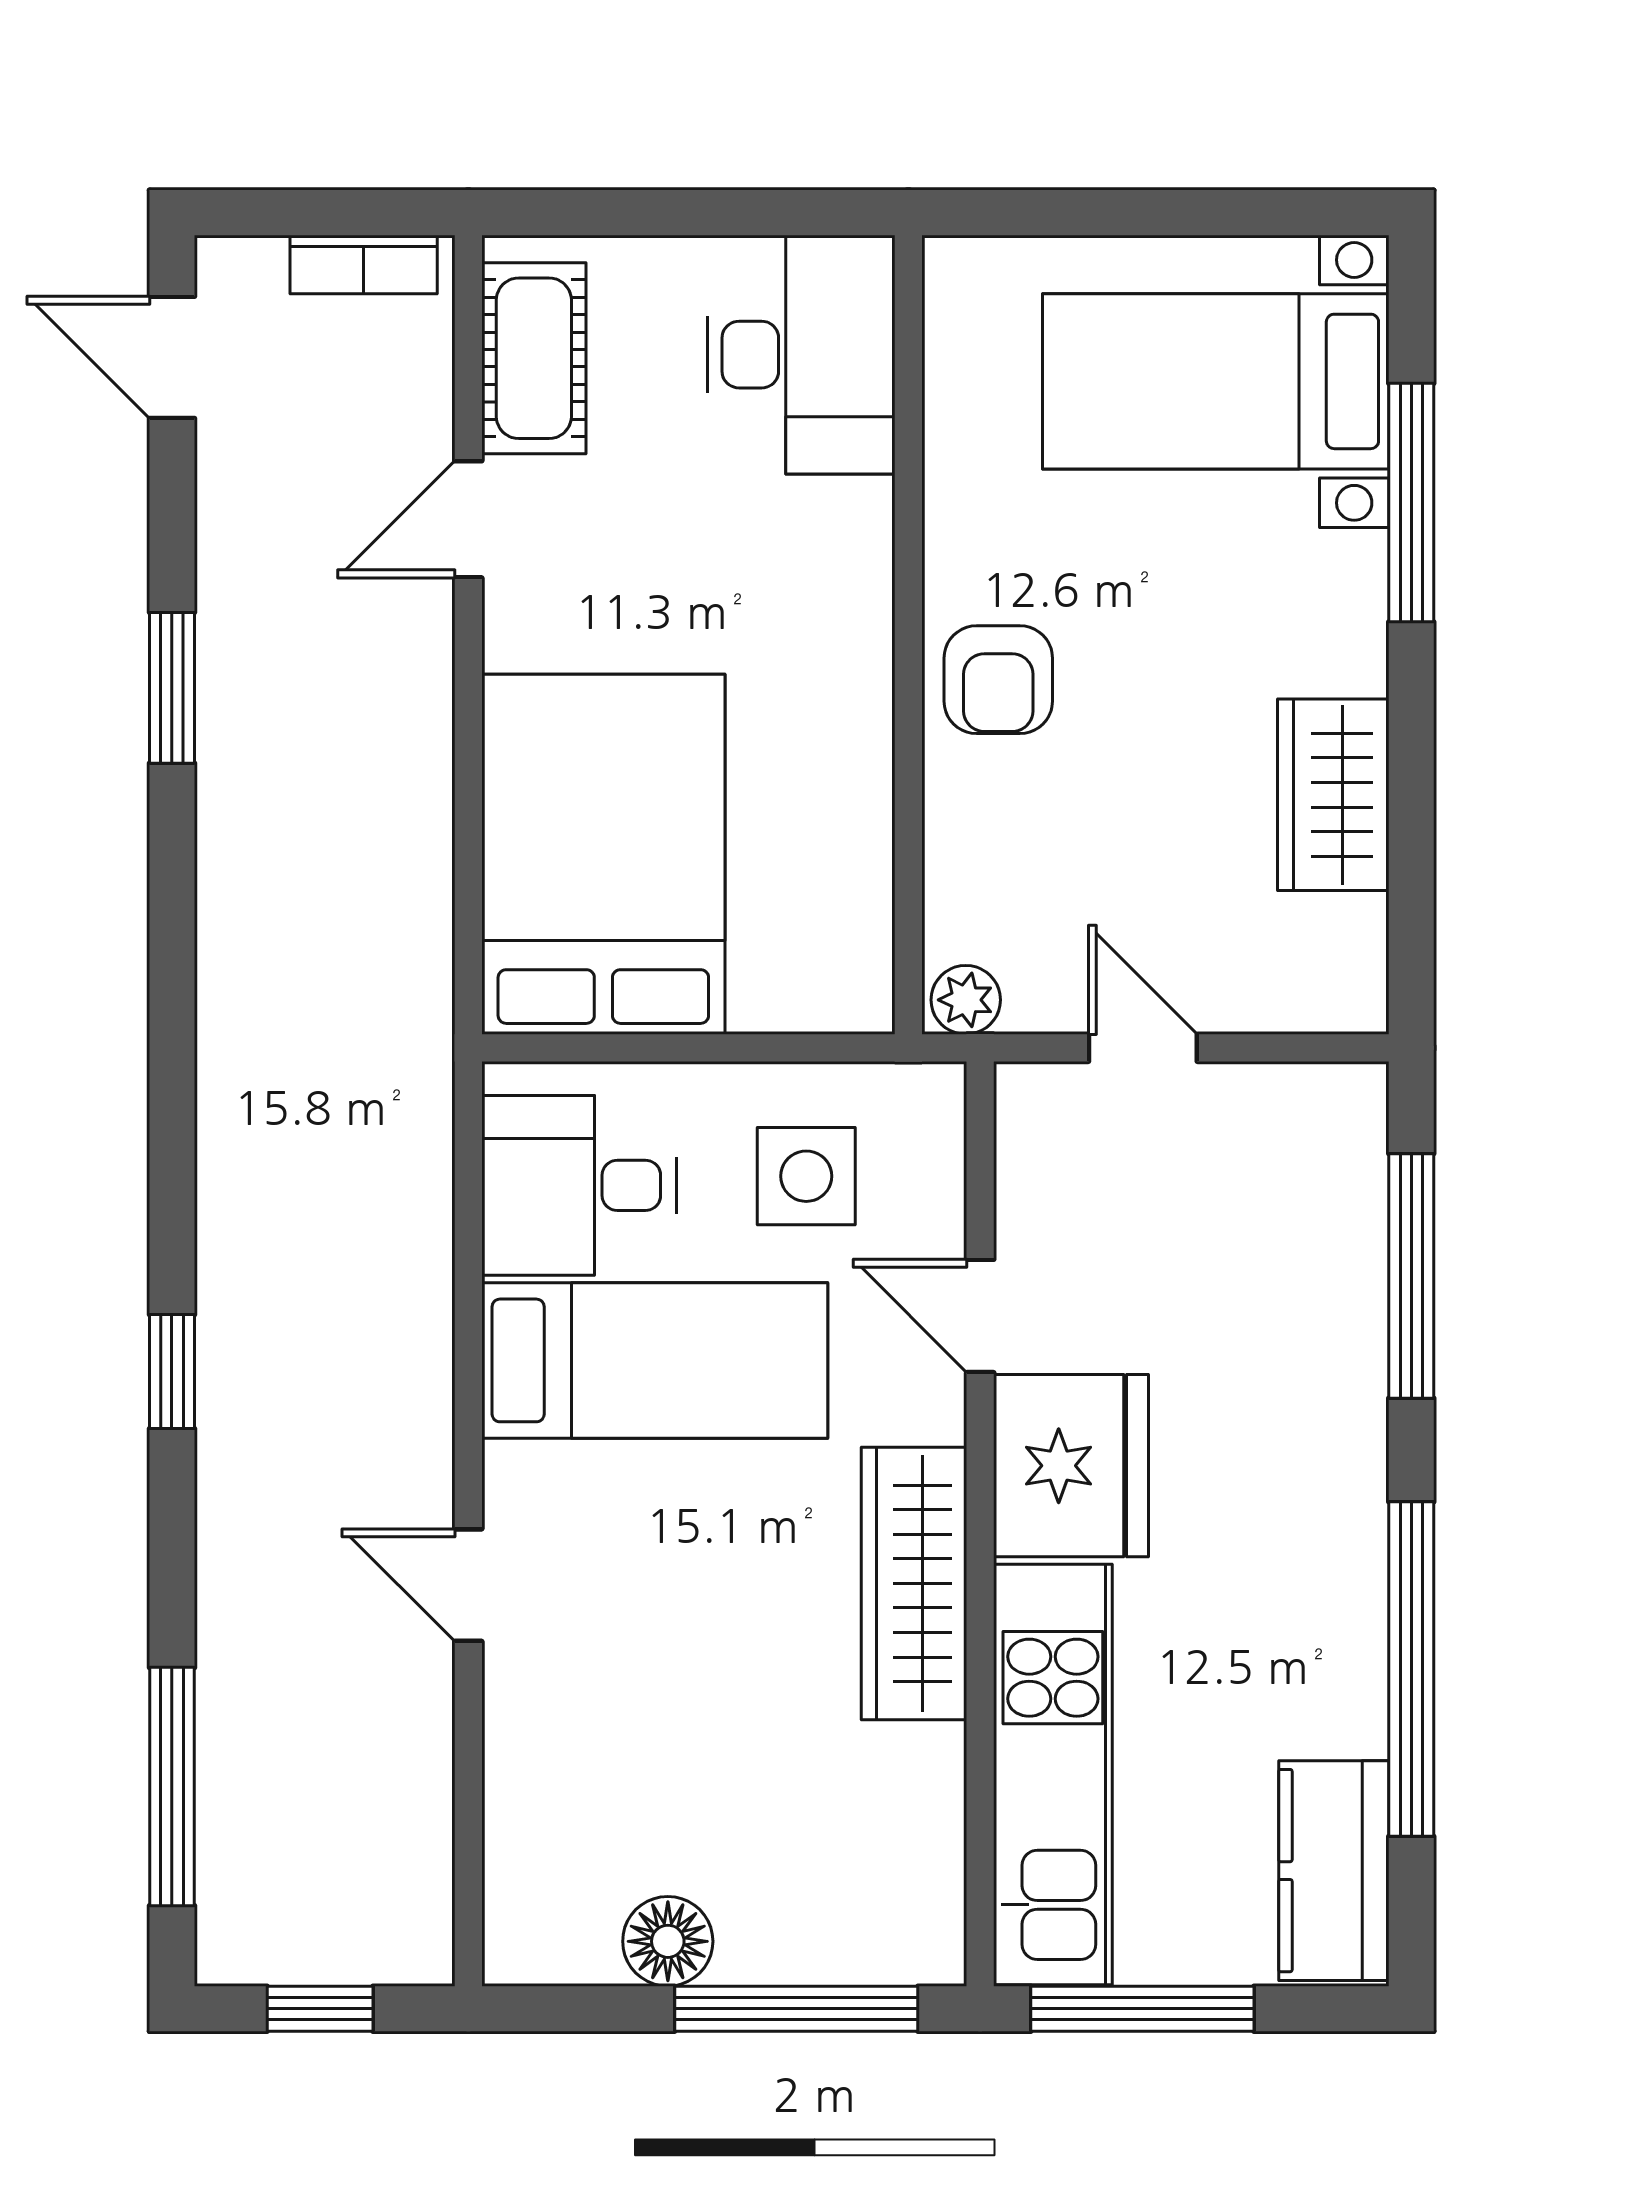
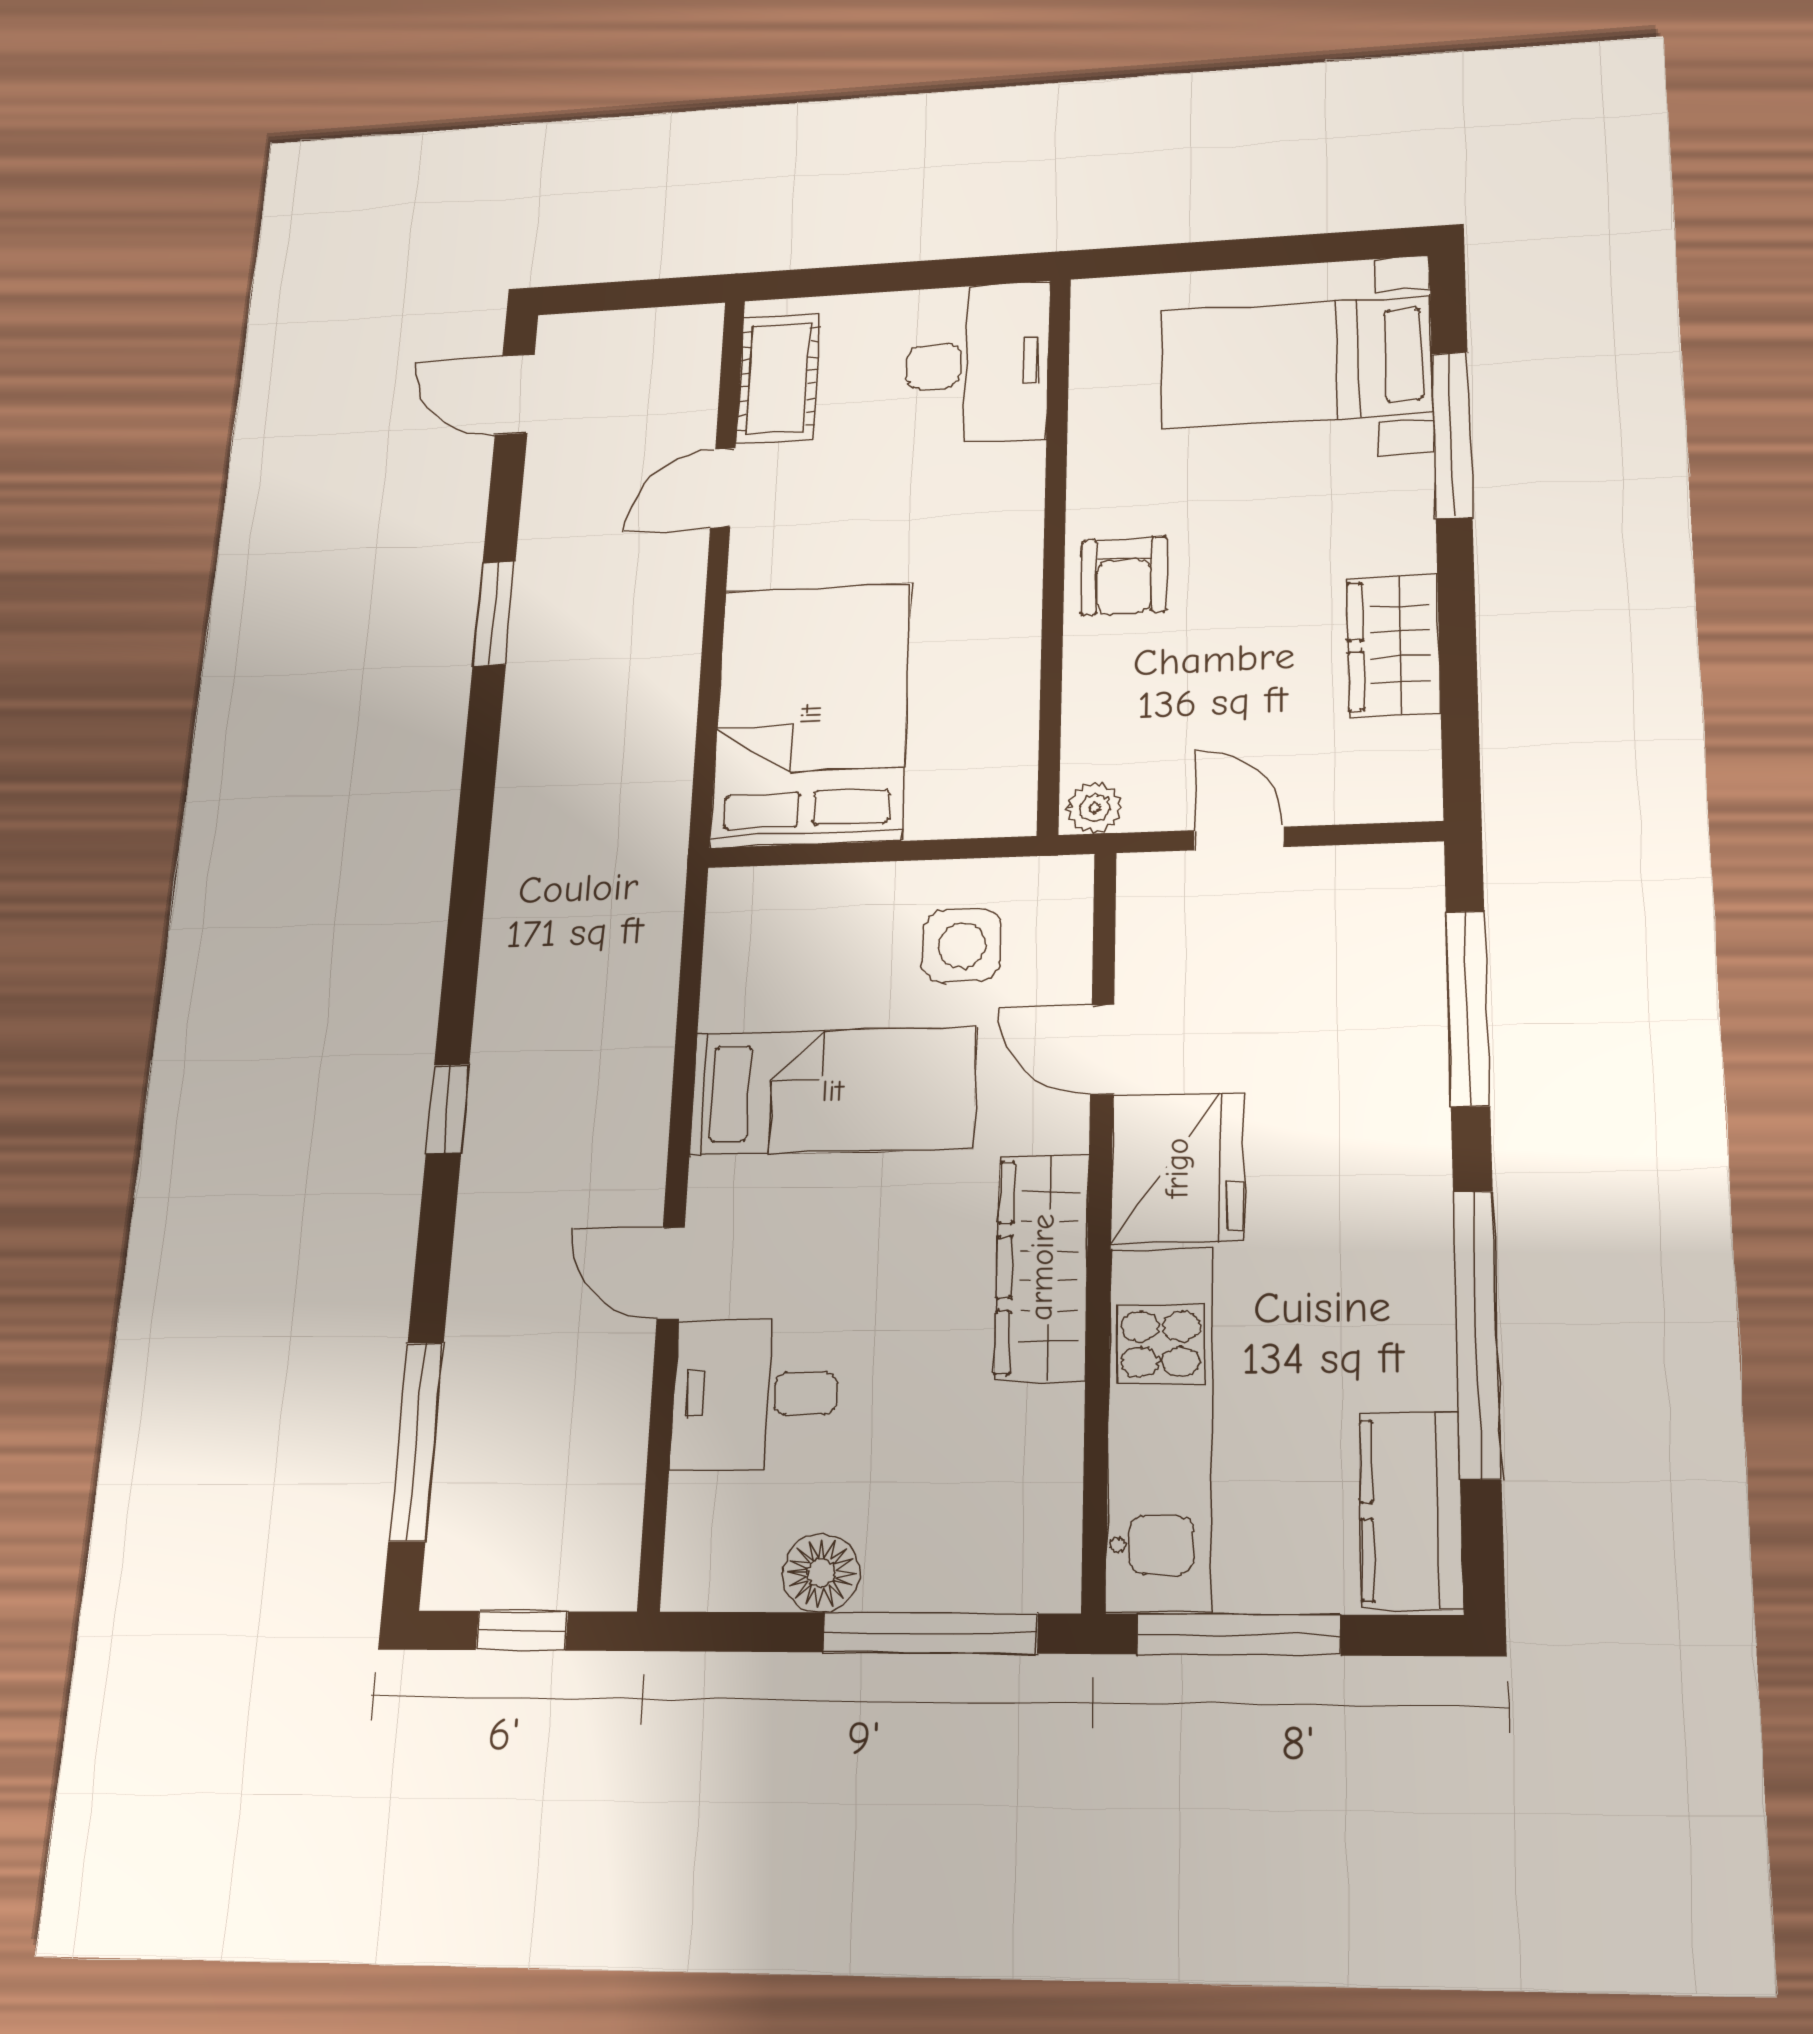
bookcase: (364, 265) -> (658, 326), removed
desk: (579, 1185) -> (755, 1394), moved

